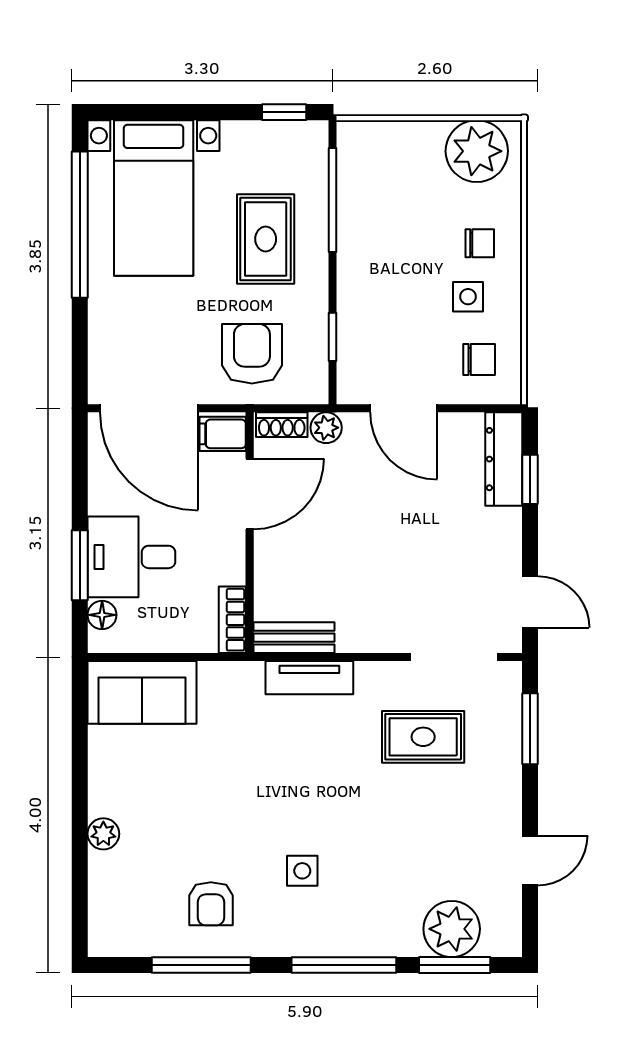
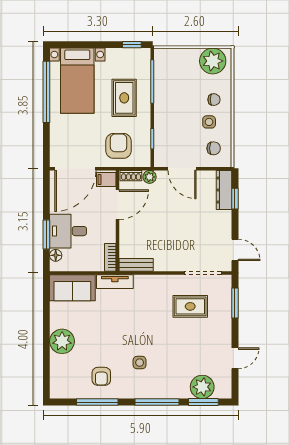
door: (149, 408) -> (75, 169), hinge flipped
tv unit: (309, 678) -> (115, 282), moved
plant: (103, 834) -> (62, 341), width x1.88, depth x1.88

